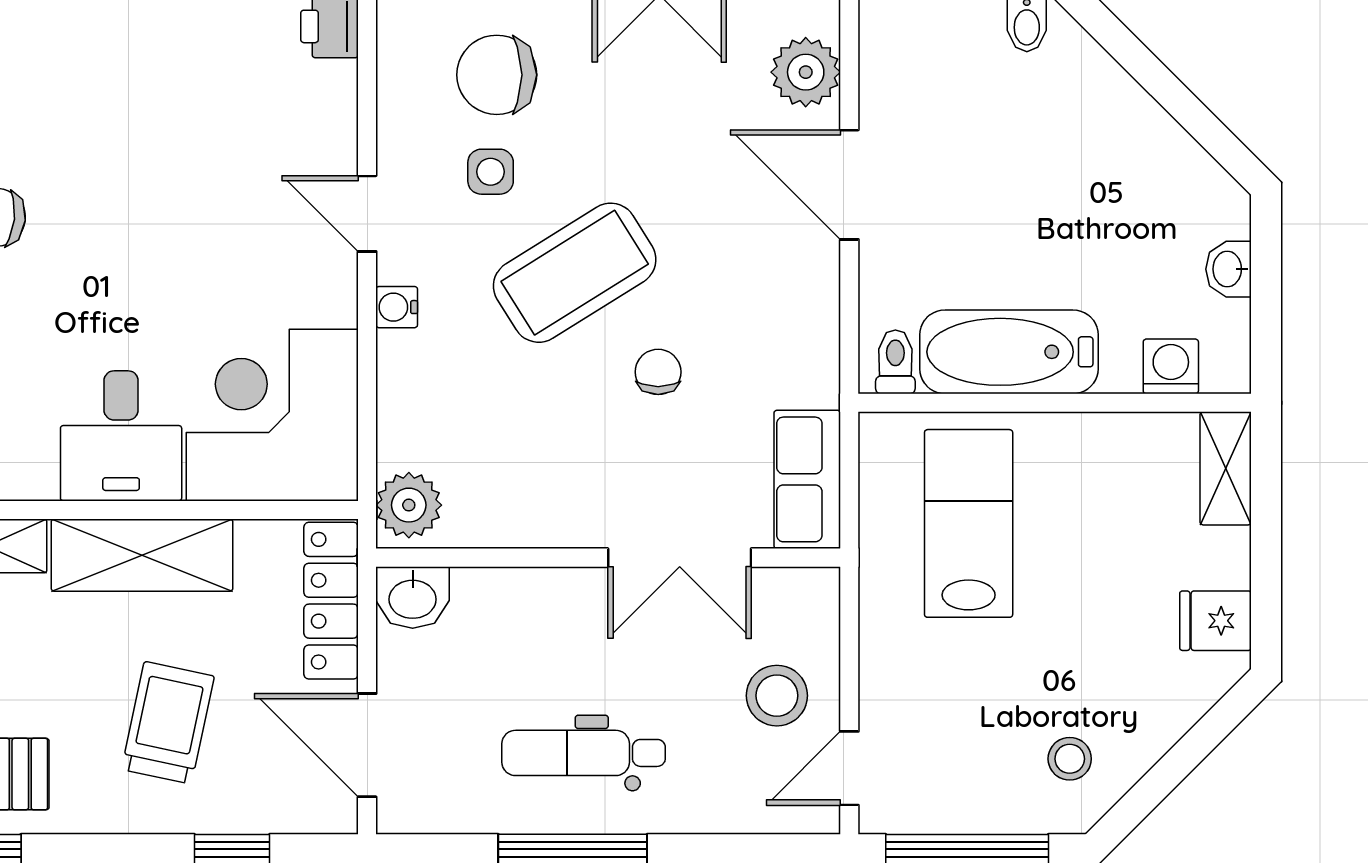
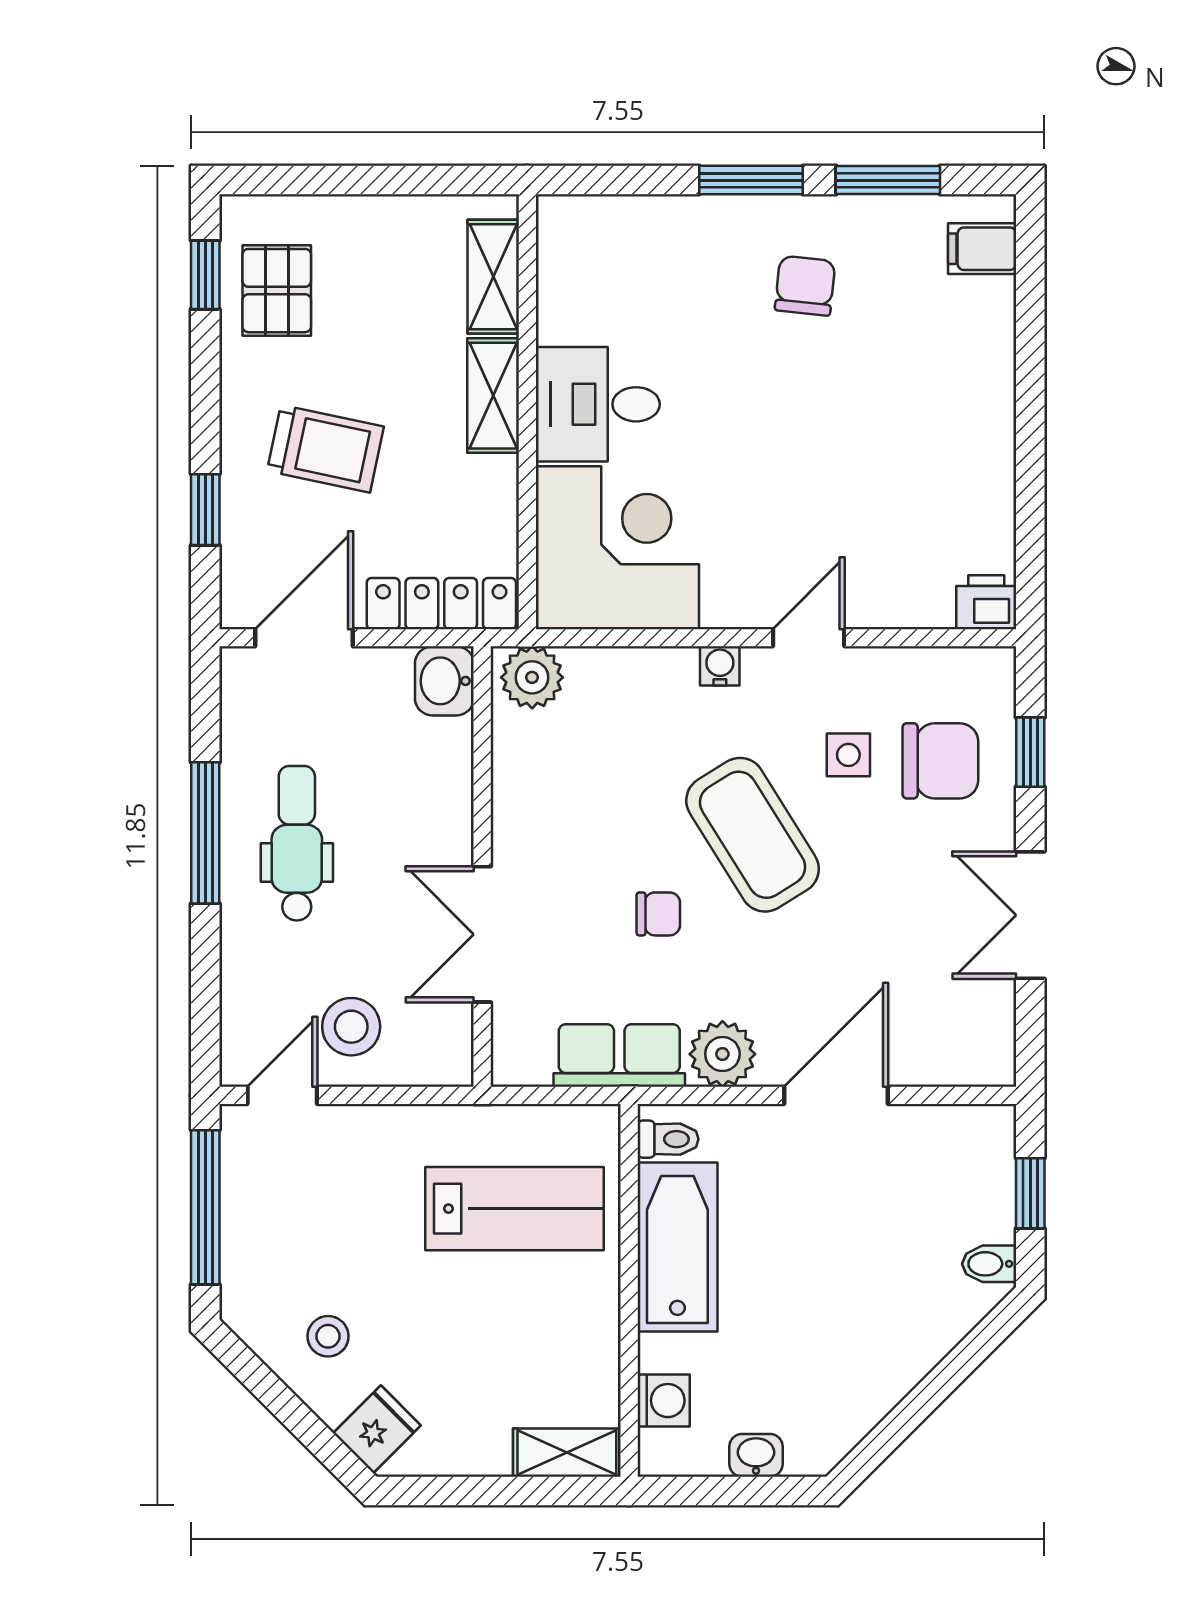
plant: (806, 72) -> (722, 1054), moved
chair: (497, 75) -> (940, 761), turned 90
row of seats: (807, 479) -> (619, 1056), moved
shelving: (142, 555) -> (493, 396), width x0.67, depth x0.75
fridge: (1216, 621) -> (377, 1429), moved, turned 45
stool: (1070, 759) -> (328, 1336), moved
door: (849, 768) -> (282, 1095), hinge flipped

